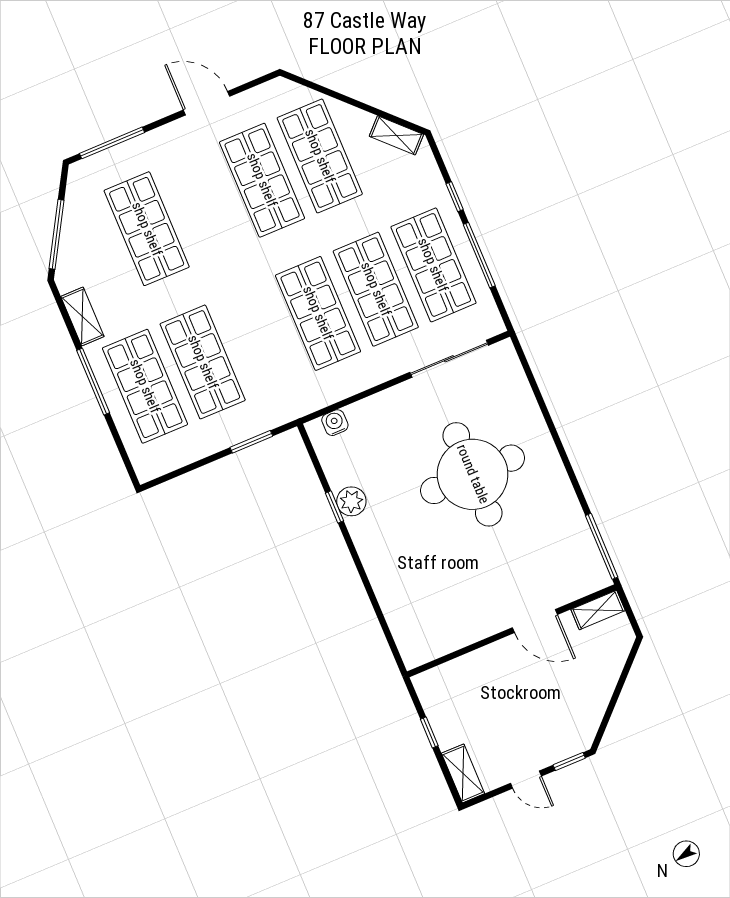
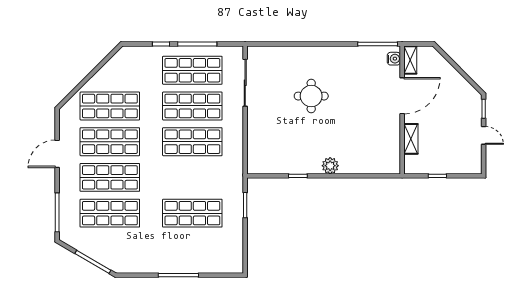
shelving: (396, 135) -> (116, 61), removed
shelving: (82, 316) -> (142, 266), removed
shop shelf: (145, 386) -> (110, 177), moved
water cooler: (335, 423) -> (394, 59), moved, turned 180
round table: (473, 474) -> (311, 96), width x0.54, depth x0.54
plant: (351, 501) -> (330, 166), moved
door: (535, 621) -> (402, 96), width x1.36
shelving: (463, 773) -> (411, 139), moved, turned 90
door: (526, 780) -> (484, 135), hinge flipped

